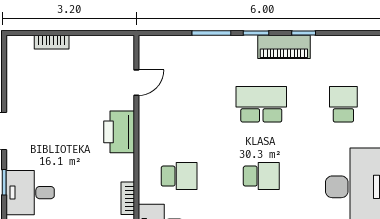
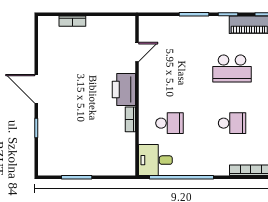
school desk: (261, 104) -> (232, 69), turned 180
desk: (30, 193) -> (56, 136), removed
bookcase: (128, 198) -> (130, 119), moved

